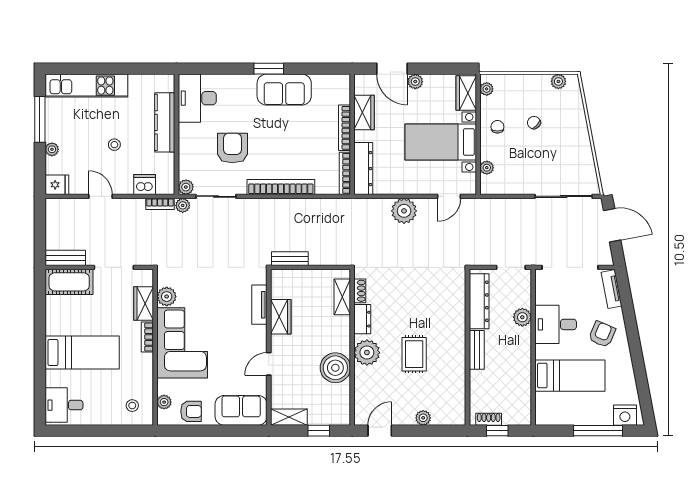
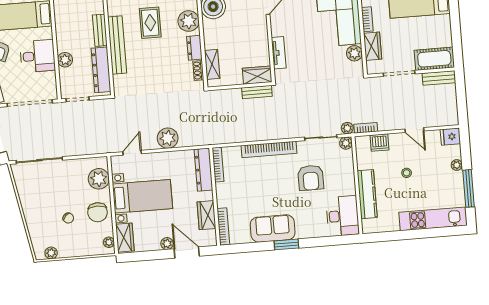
chair: (497, 127) -> (98, 212), width x1.87, depth x1.87
bookcase: (345, 128) -> (223, 227), moved
plant: (487, 168) -> (99, 179), width x1.87, depth x1.87
wardrobe: (281, 317) -> (257, 75), moved, turned 90
bench: (457, 330) -> (117, 45), added

